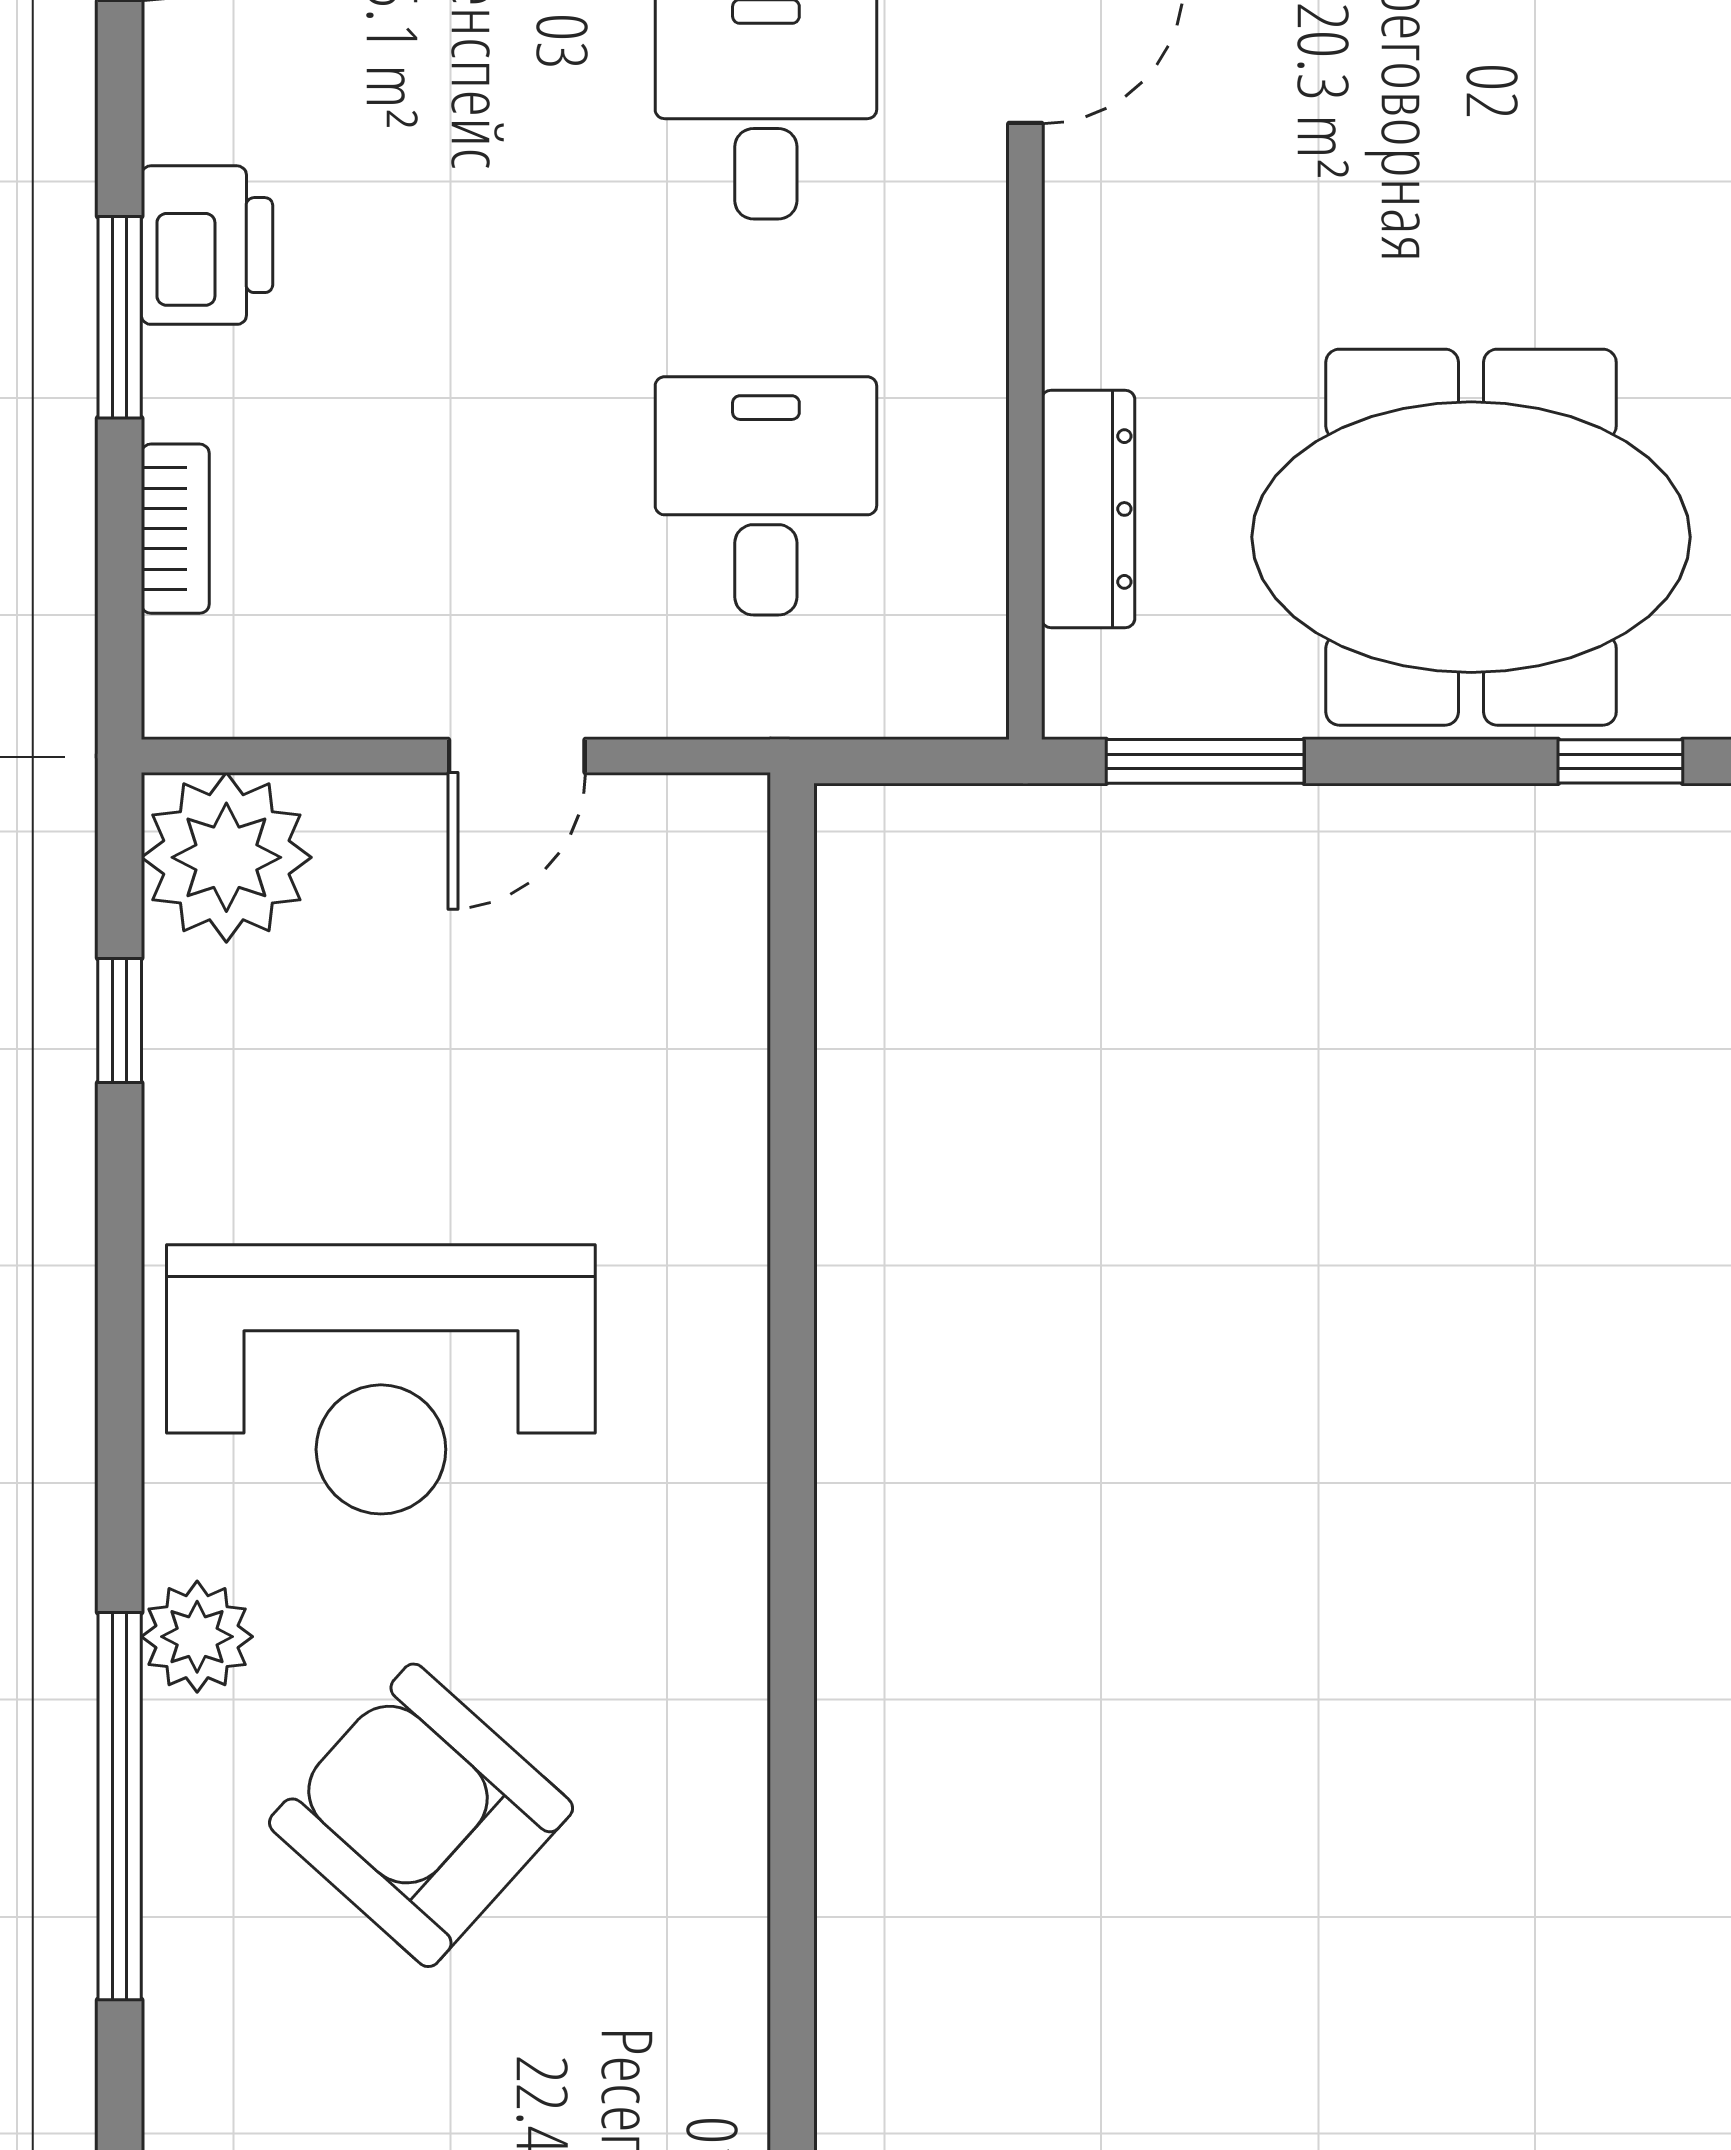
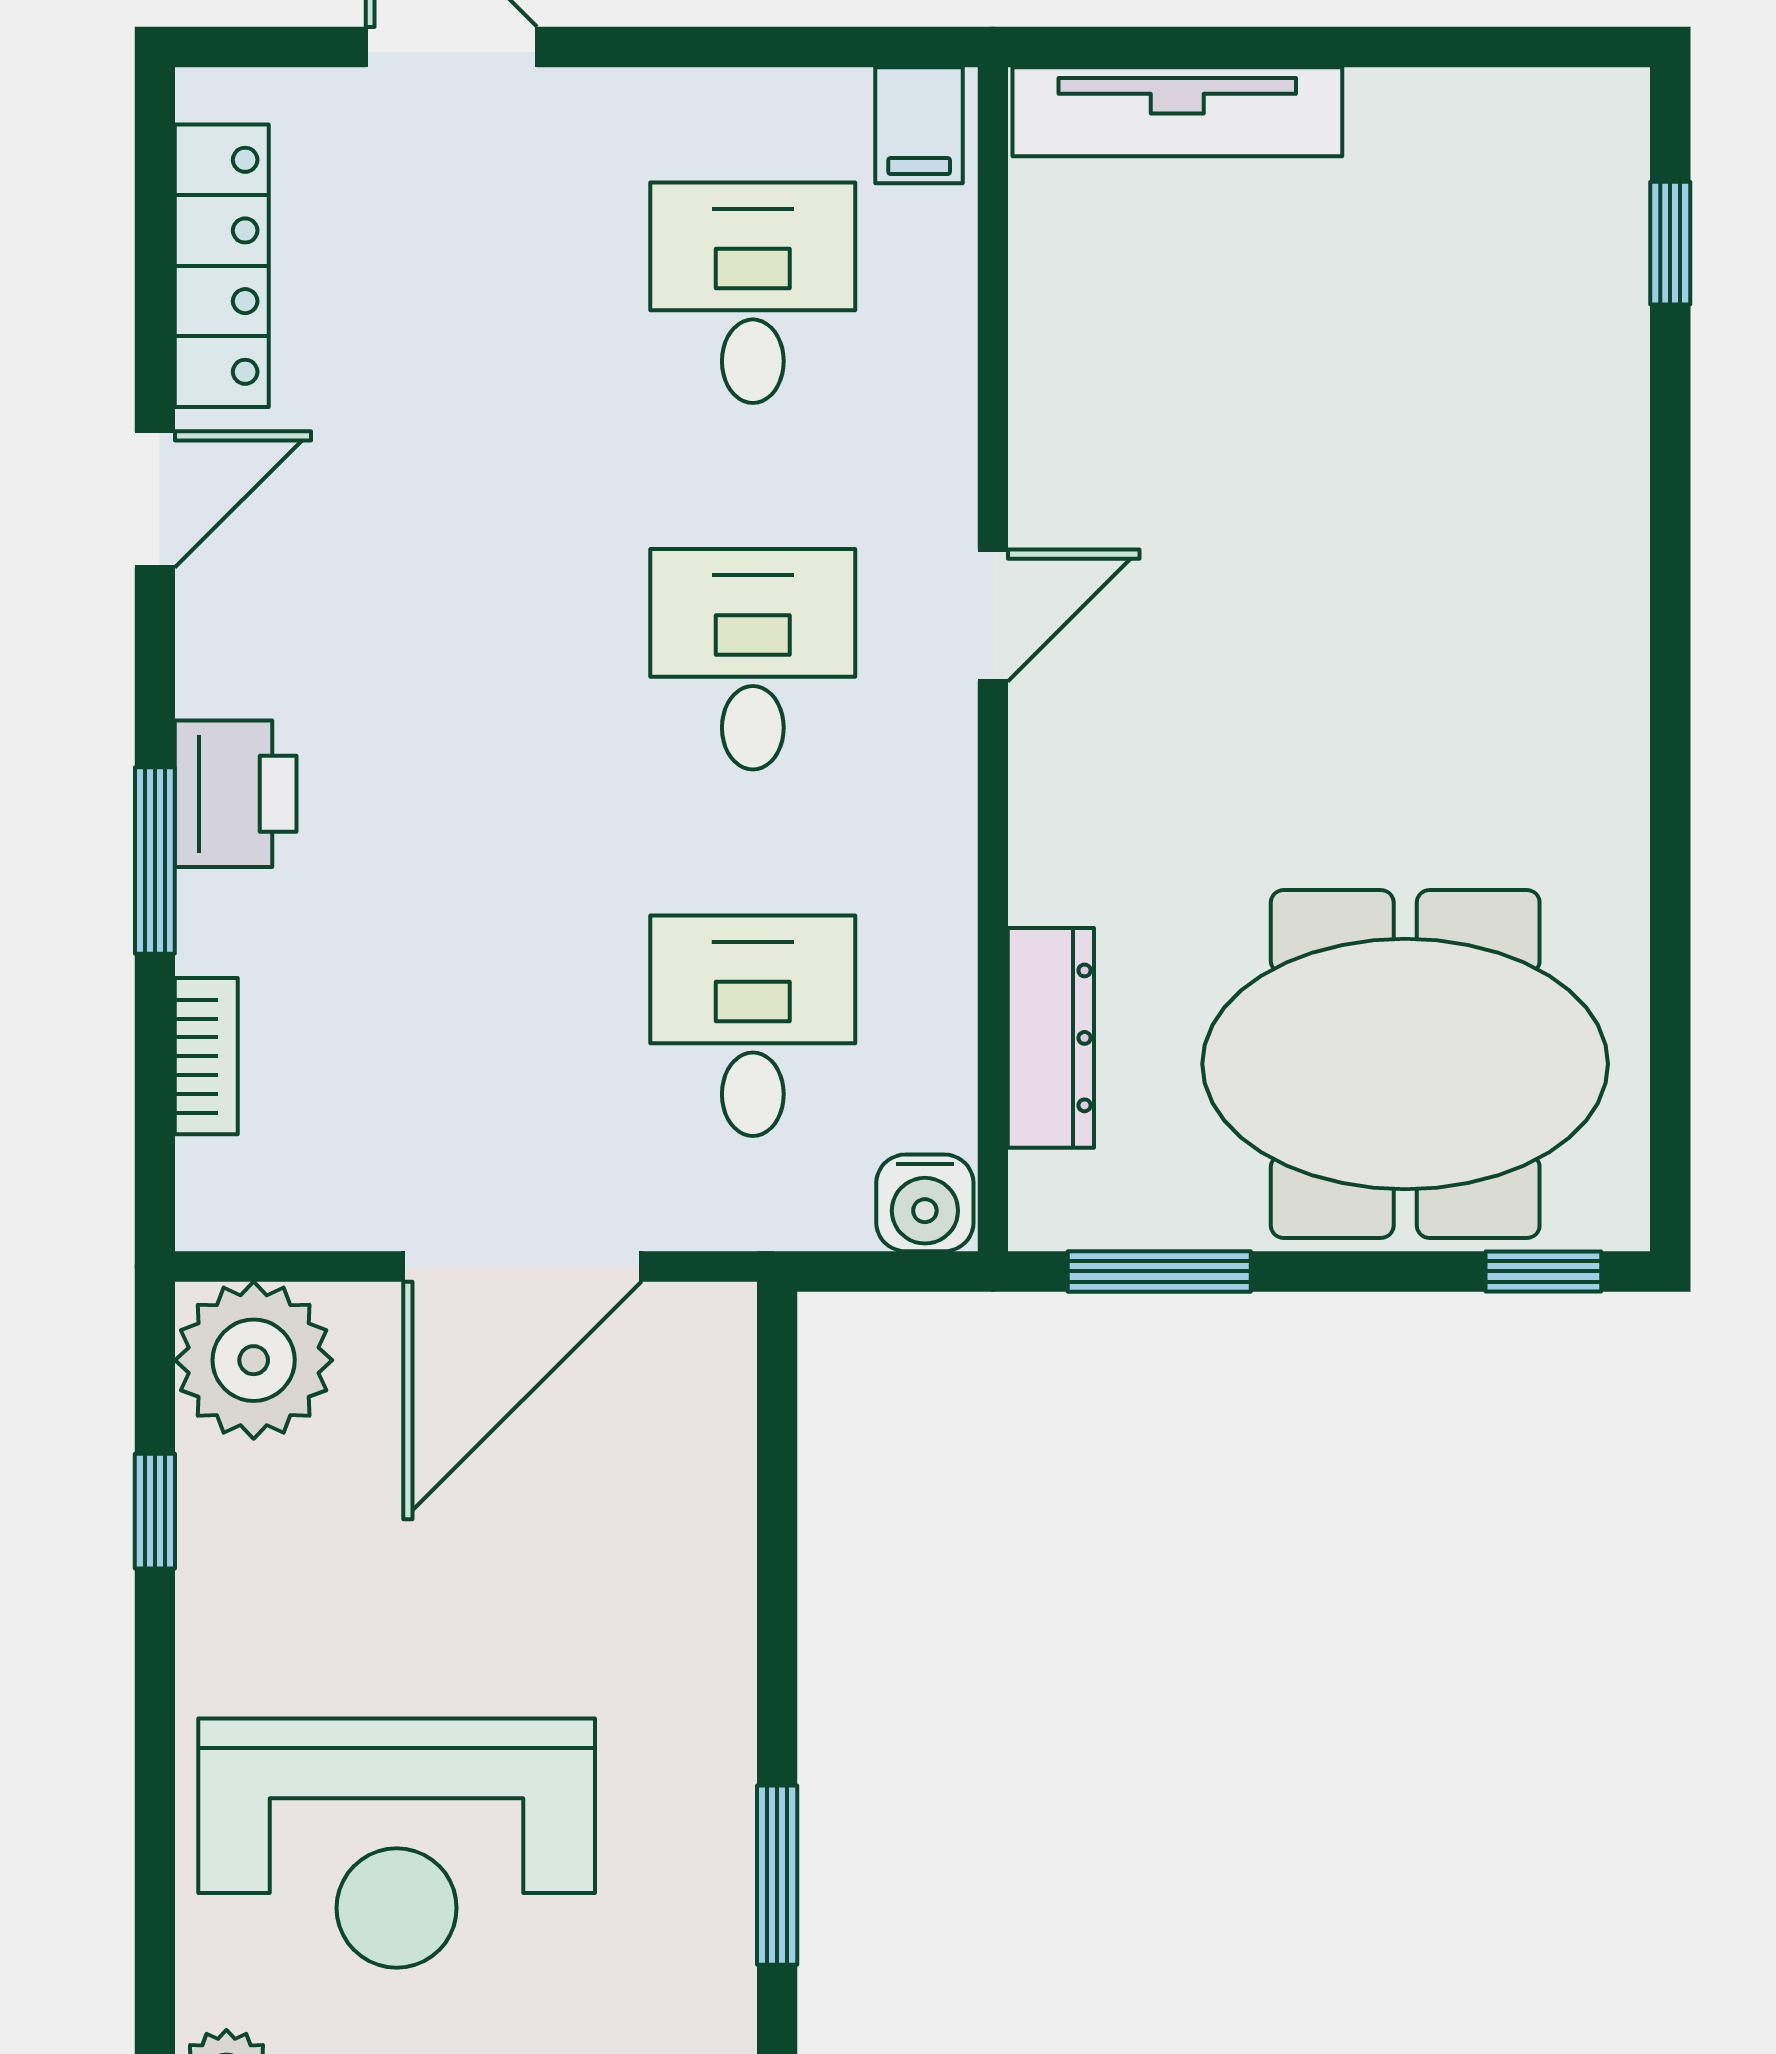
water cooler: (952, 687) -> (925, 1203), added
door: (517, 756) -> (522, 1266), width x1.87
window: (792, 1414) -> (777, 1875), added

